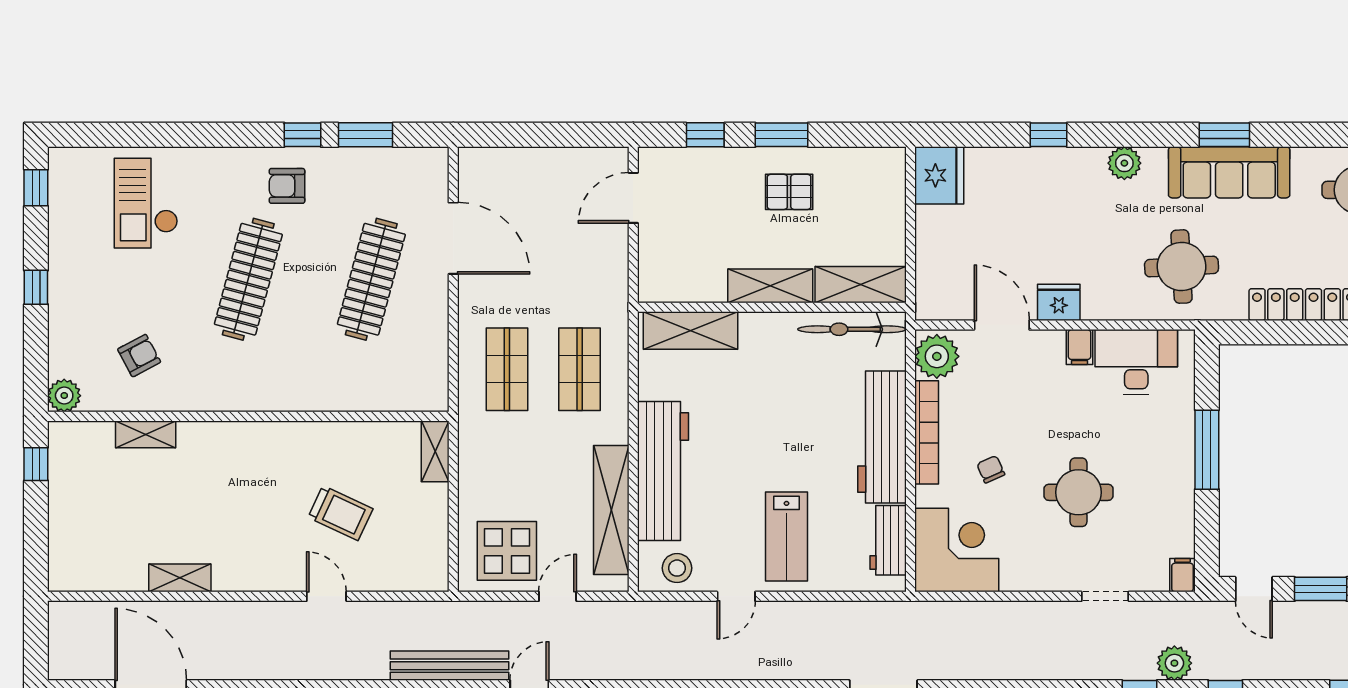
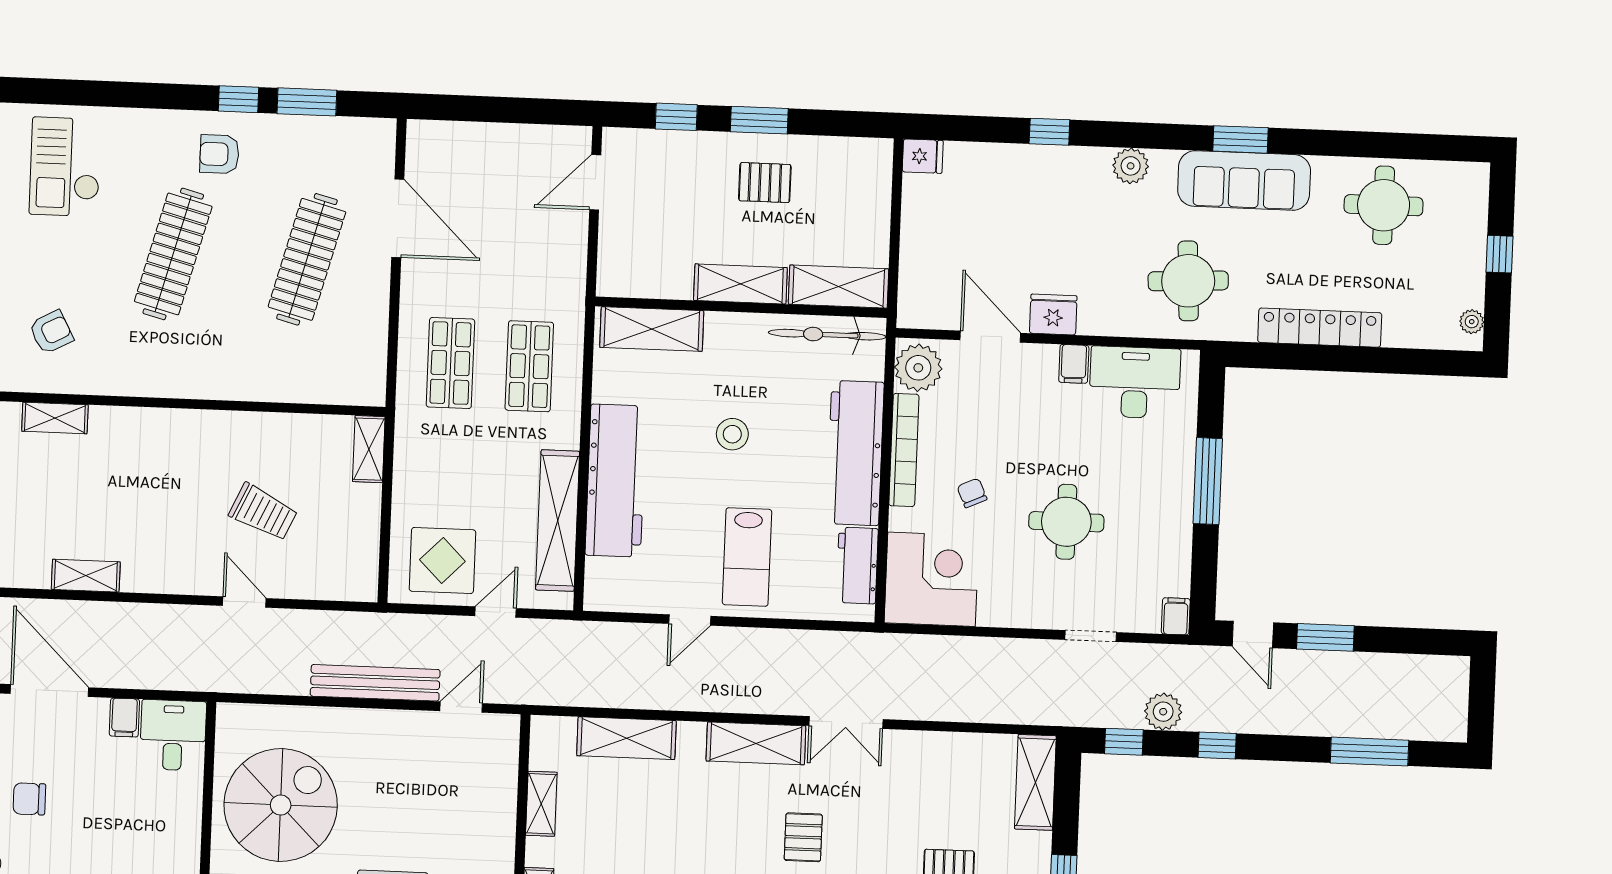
fridge: (939, 175) -> (923, 156), width x0.53, depth x0.75
stool: (677, 568) -> (732, 434), moved

